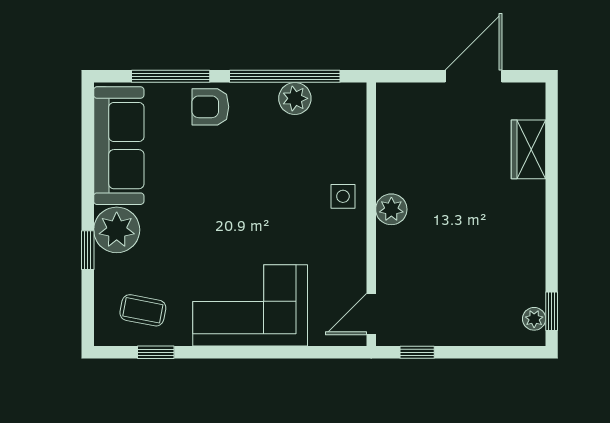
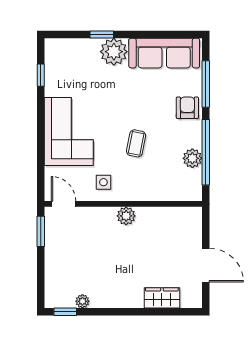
side table: (343, 196) -> (103, 182), moved
coffee table: (143, 310) -> (136, 143), moved
plant: (534, 319) -> (82, 301), moved
window: (417, 352) -> (41, 231), width x1.50

